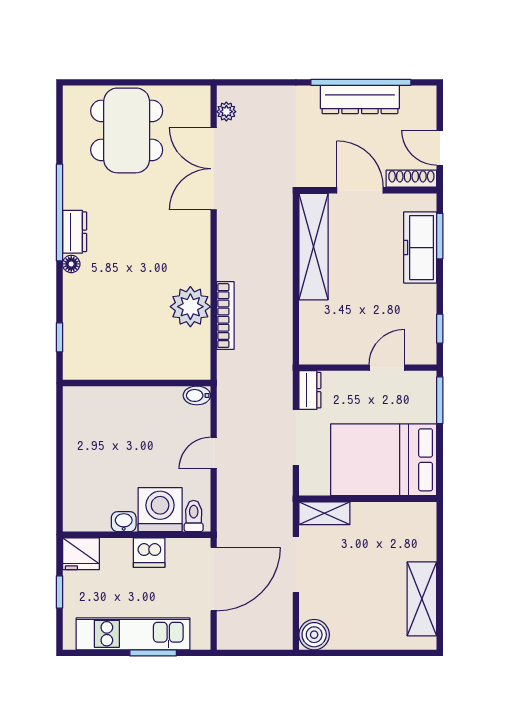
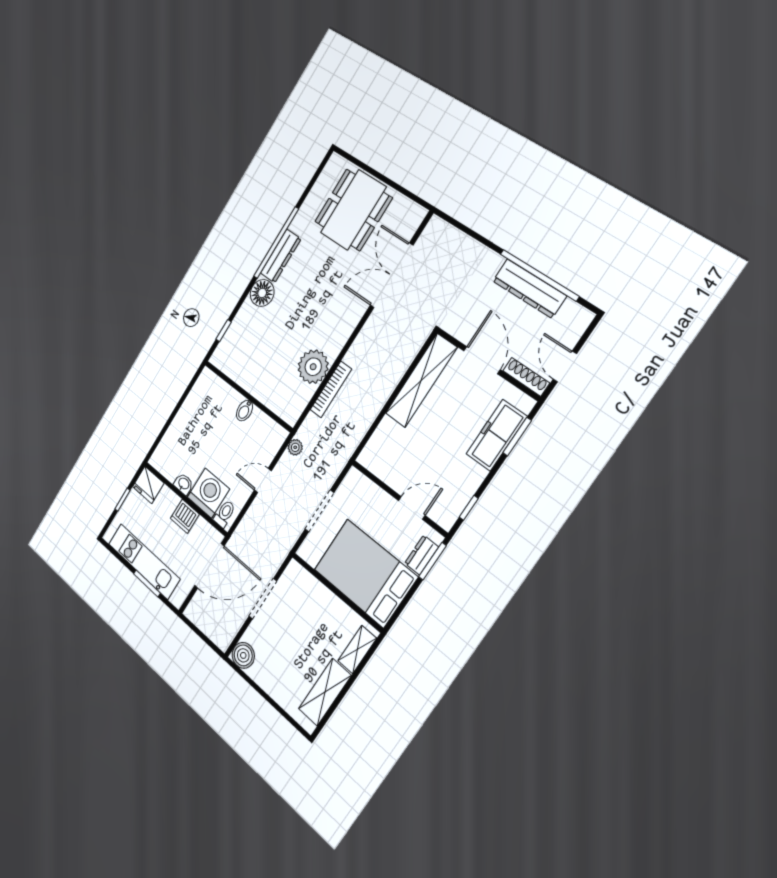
plant: (226, 112) -> (295, 447), moved
dresser: (75, 232) -> (281, 256), width x1.44
floor lamp: (71, 264) -> (262, 293), width x1.89, depth x1.89
dresser: (310, 390) -> (422, 555), moved, turned 180
bidet: (197, 395) -> (245, 411), moved, turned -90
shelving: (324, 513) -> (357, 649), moved, turned 90

